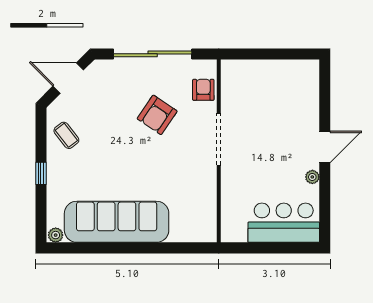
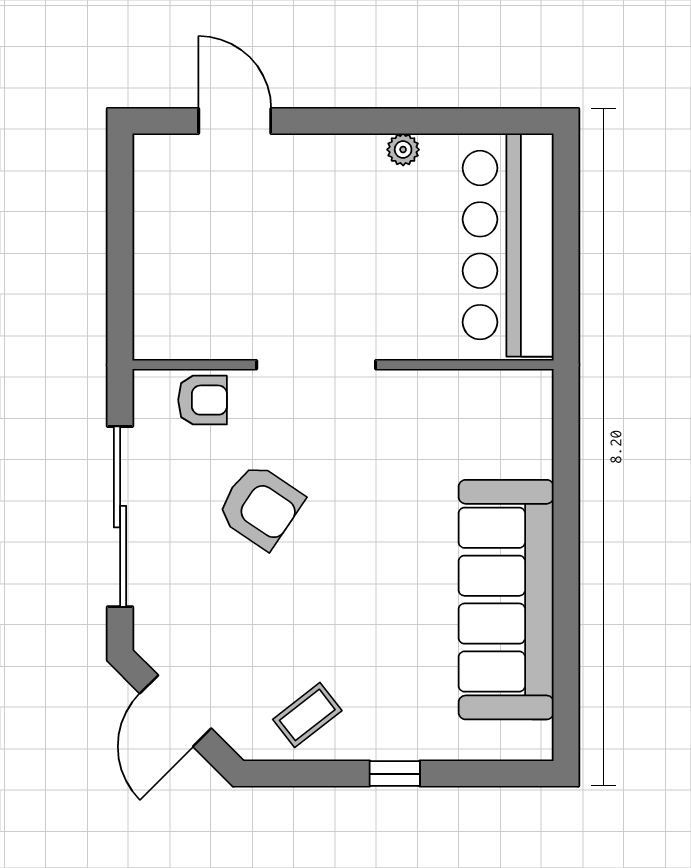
armchair: (203, 90) -> (203, 400), turned 180
door: (325, 147) -> (235, 121), moved
bar counter: (284, 223) -> (508, 245), width x1.36
plant: (56, 235) -> (537, 740), removed

